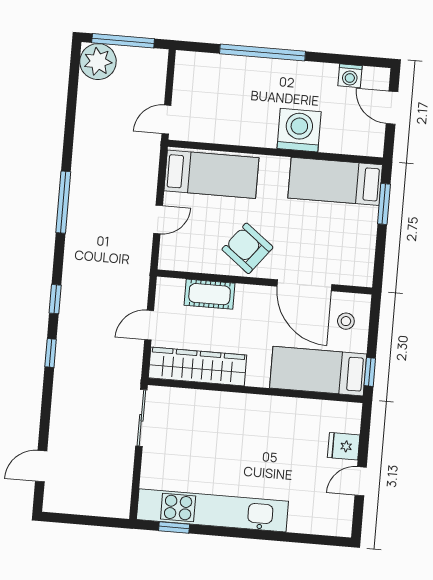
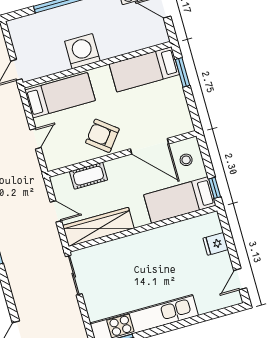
washing machine: (299, 130) -> (82, 51), moved
door: (149, 325) -> (56, 211), swing flipped
door: (361, 481) -> (240, 279), moved

